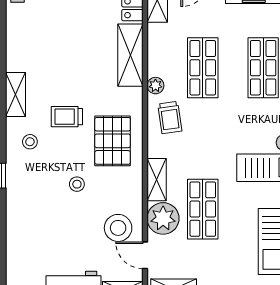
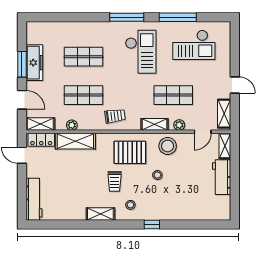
plant: (155, 86) -> (72, 125), moved
plant: (163, 218) -> (179, 125), width x0.53, depth x0.53
stool: (118, 228) -> (168, 146), moved

